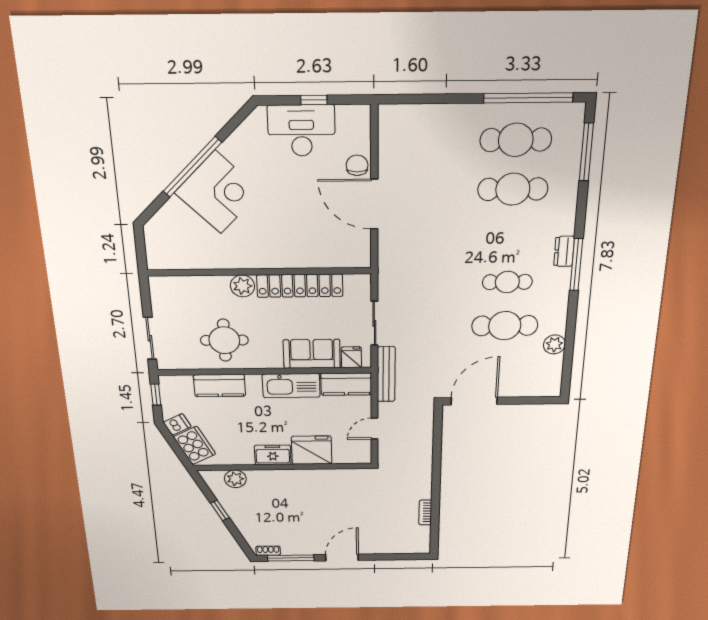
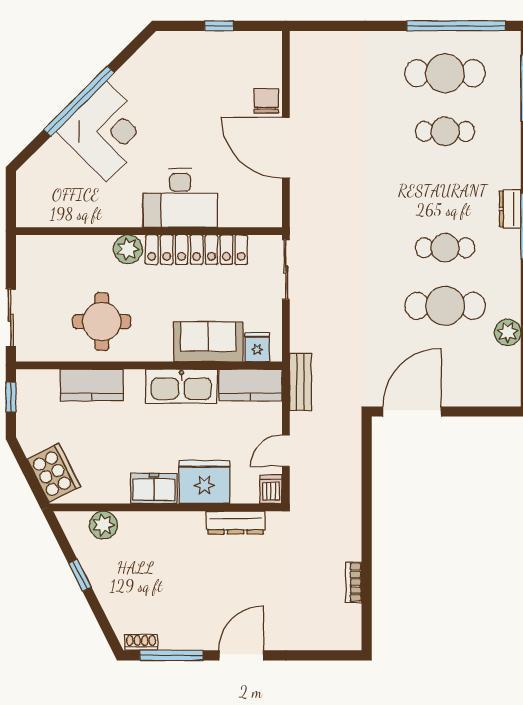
desk: (301, 131) -> (180, 198), moved, turned 180
cafe table: (513, 189) -> (445, 131), width x0.73, depth x0.74
sliding door: (374, 323) -> (286, 270), moved
bench: (386, 374) -> (300, 382), width x0.73
dishwasher: (177, 424) -> (271, 489), moved, turned -63
dresser: (336, 476) -> (236, 522), added

